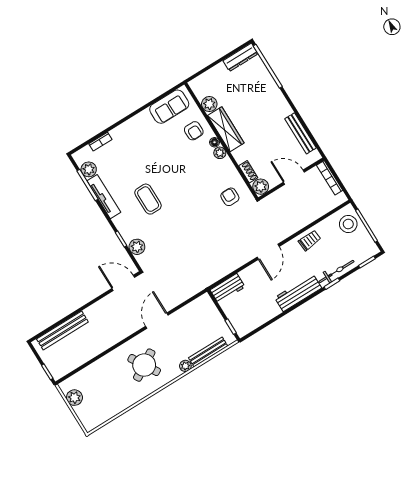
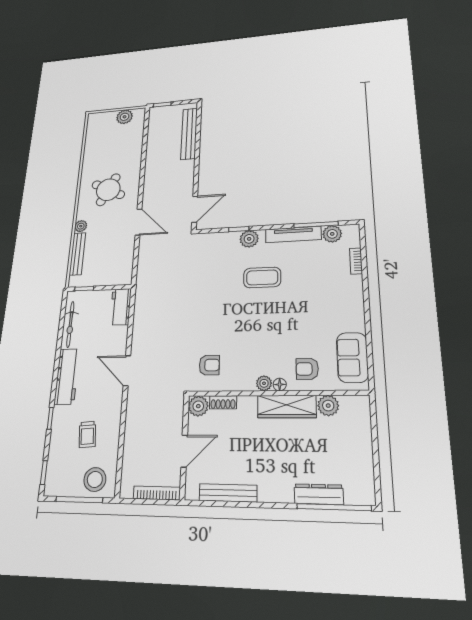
dresser: (240, 57) -> (319, 494), moved, turned 90
trolley: (310, 240) -> (87, 434), moved
plant: (137, 247) -> (249, 239), moved
bicycle: (336, 271) -> (70, 324), moved
round table: (144, 365) -> (108, 190), turned -32

